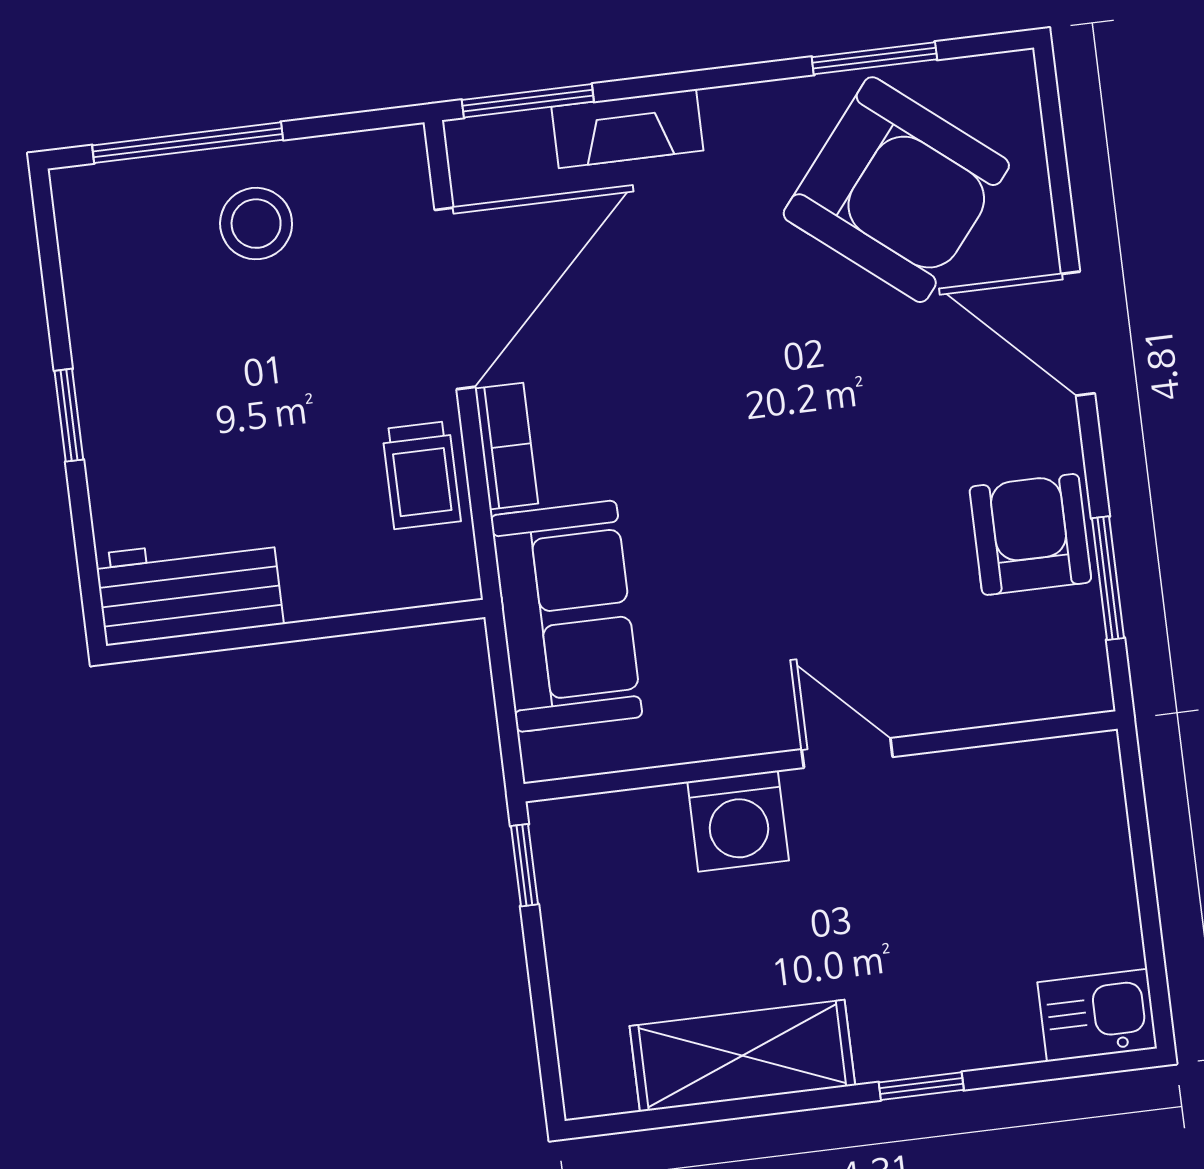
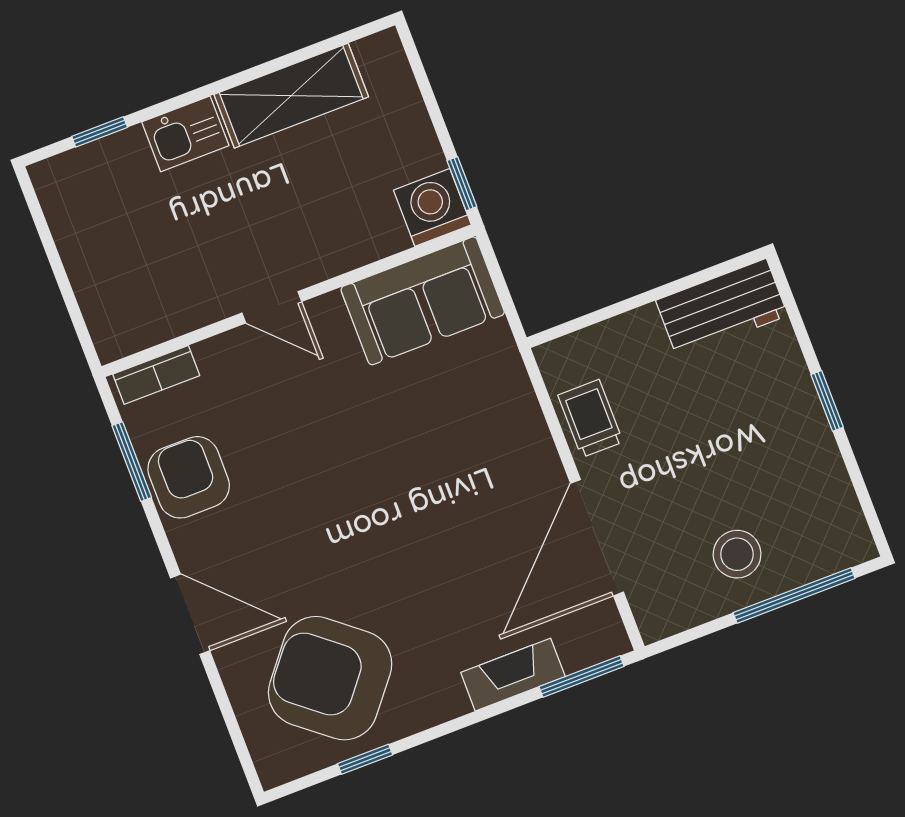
window: (874, 58) -> (365, 759), width x0.67
bookcase: (506, 446) -> (156, 375), moved, turned -90
armchair: (1030, 534) -> (189, 477), turned 180
sofa: (566, 616) -> (423, 301), moved, turned -90
washing machine: (738, 821) -> (432, 207), moved
kitchen sink: (1097, 1015) -> (185, 134), moved
window: (921, 1086) -> (100, 132), moved

